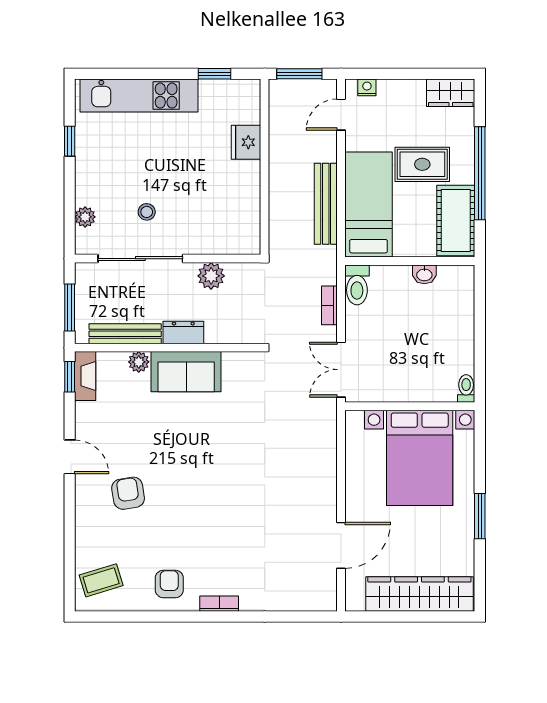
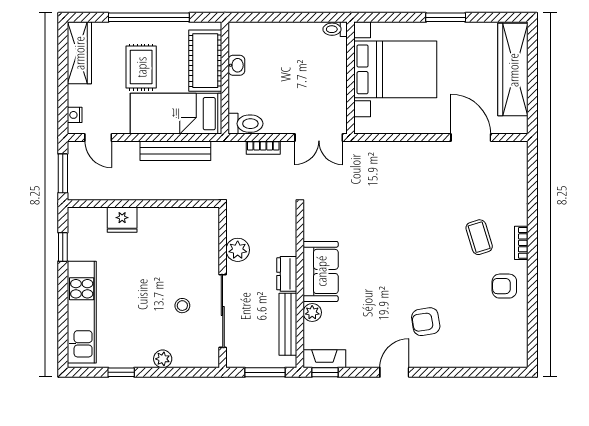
wardrobe: (451, 93) -> (79, 53), width x1.50
plant: (85, 217) -> (163, 359), moved
cot: (456, 221) -> (205, 61), moved, turned 90
coffee table: (101, 580) -> (479, 237), moved

